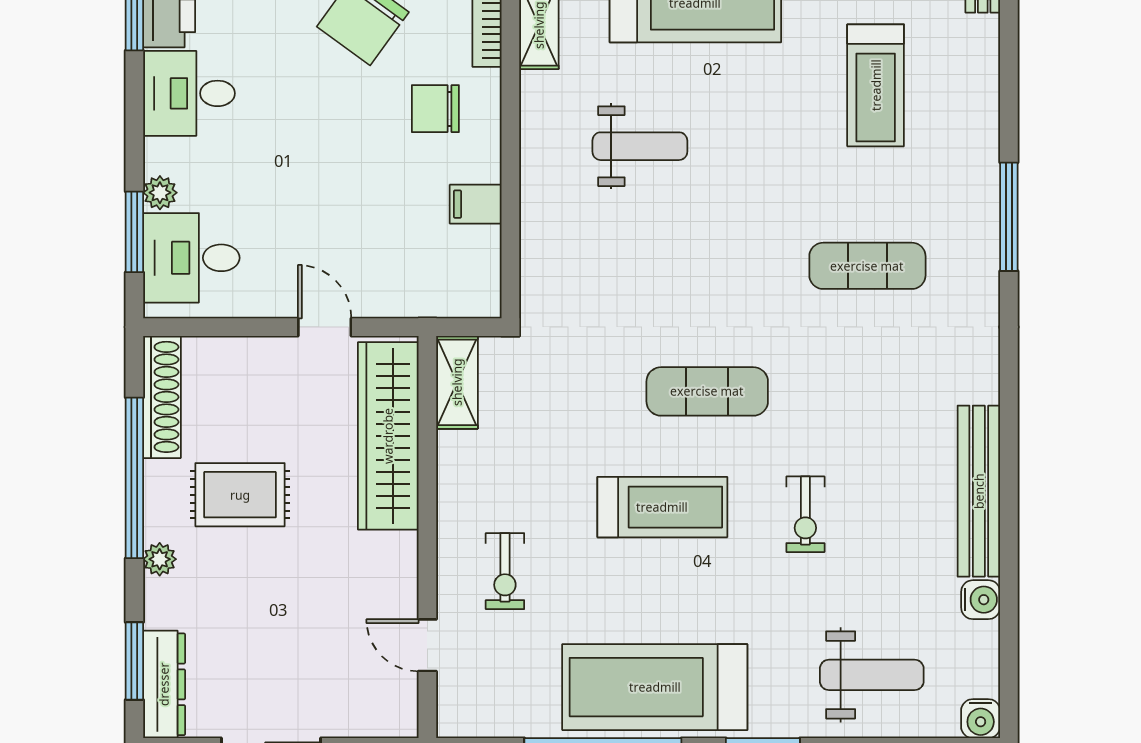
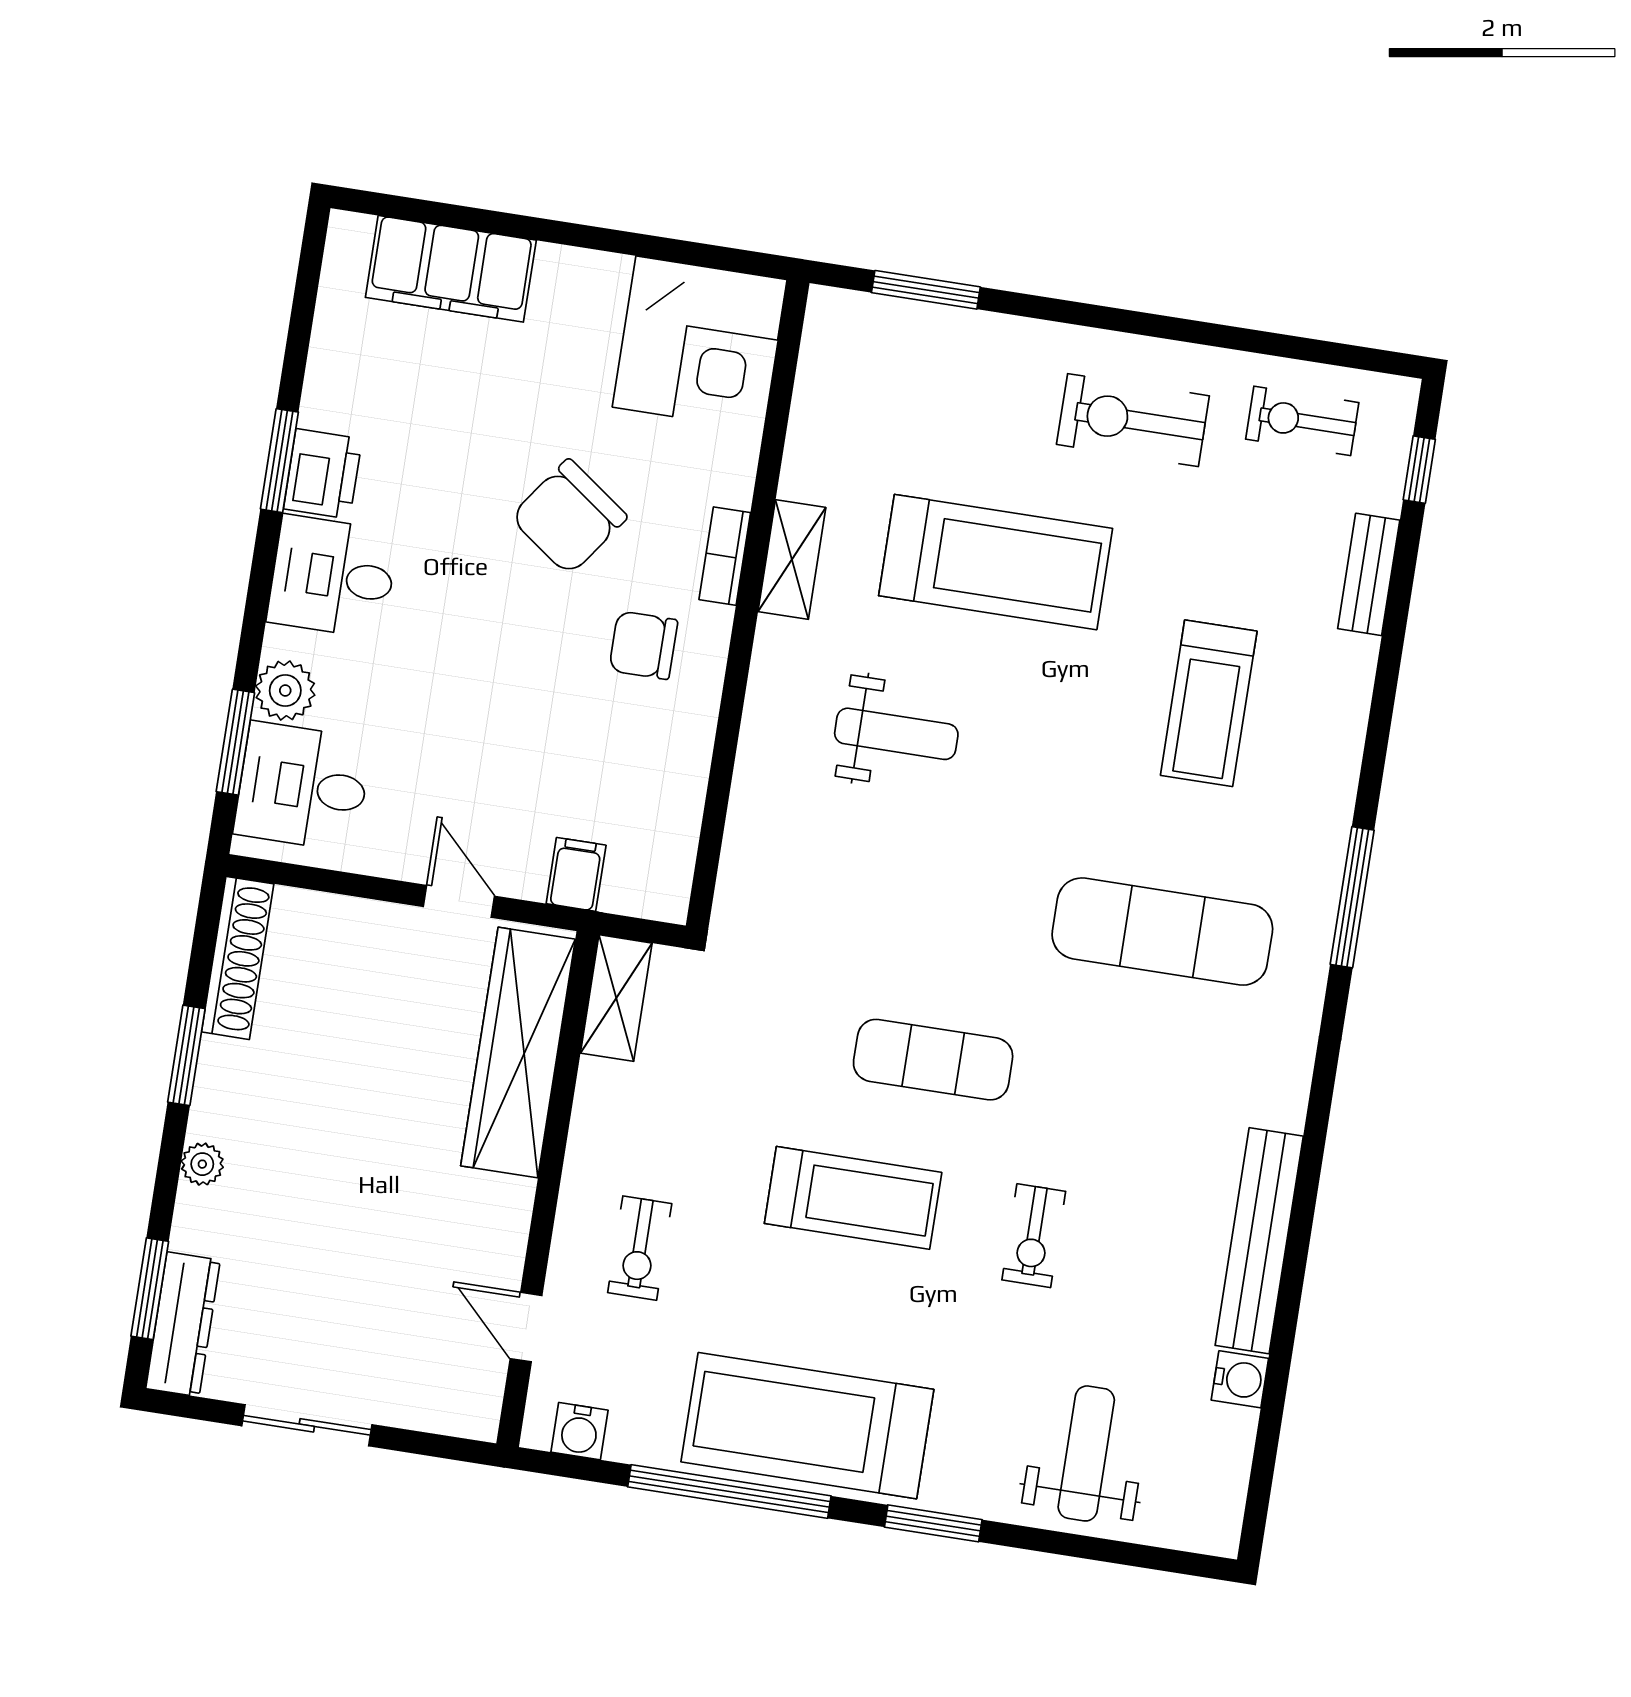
plant: (160, 193) -> (285, 691), width x1.38, depth x1.38
filing cabinet: (476, 204) -> (576, 874), moved, turned 90
exercise mat: (867, 266) -> (1162, 932), width x1.36, depth x1.45
window: (134, 478) -> (186, 1055), width x0.47
rug: (240, 495) -> (318, 1098), removed
weight bench: (872, 675) -> (1086, 1453), turned -90
water cooler: (981, 719) -> (580, 1431), moved

